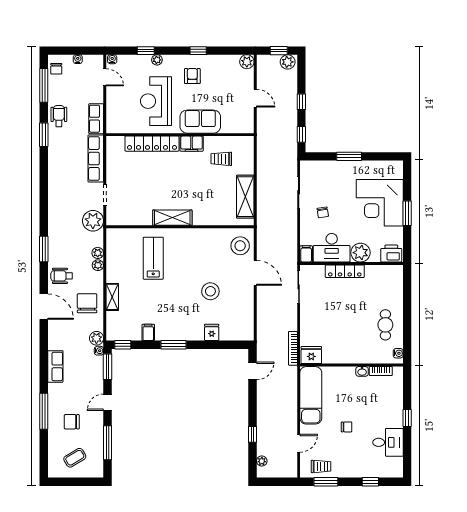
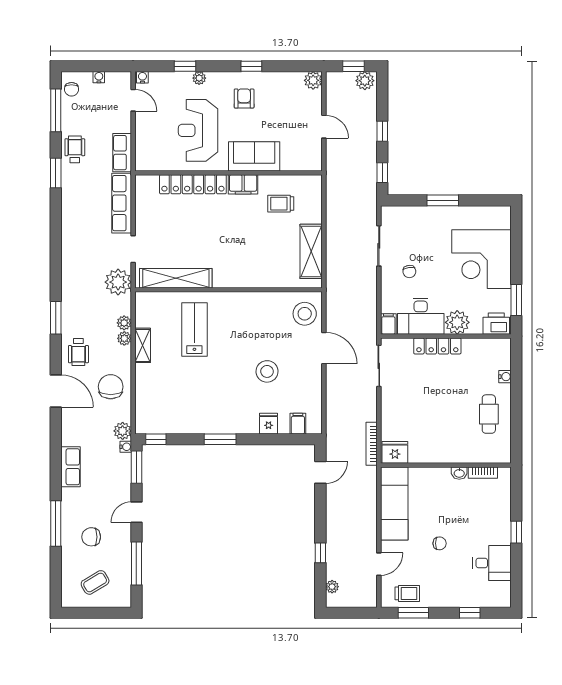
window: (407, 213) -> (516, 300), moved
shelving: (172, 218) -> (176, 278), moved, width x1.47
wheelchair: (62, 276) -> (78, 352), turned -90
shelving: (112, 297) -> (143, 345), moved
filing cabinet: (148, 332) -> (298, 424), moved
water cooler: (398, 353) -> (505, 377), moved

